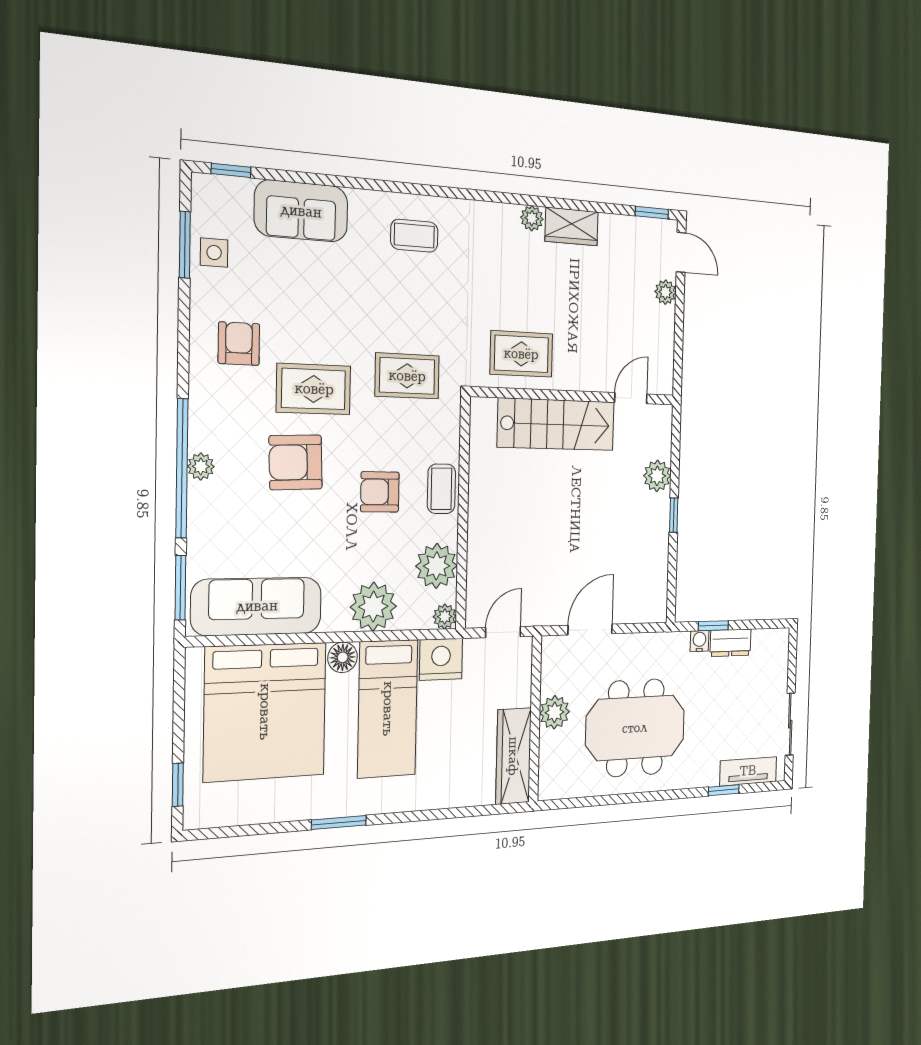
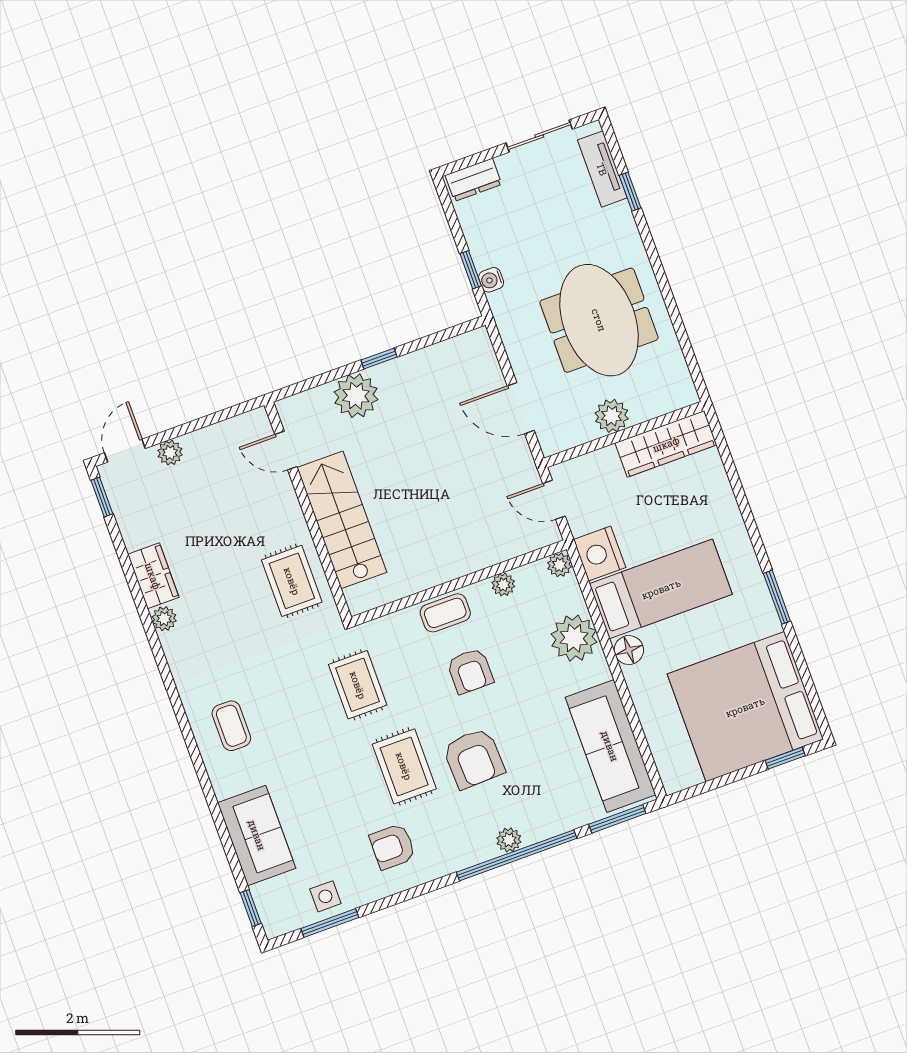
plant: (657, 476) -> (356, 396), width x1.36, depth x1.36
plant: (437, 566) -> (503, 585), width x0.53, depth x0.53
dresser: (731, 643) -> (473, 180), moved, turned 90
bed: (265, 712) -> (745, 707), moved, turned 180

